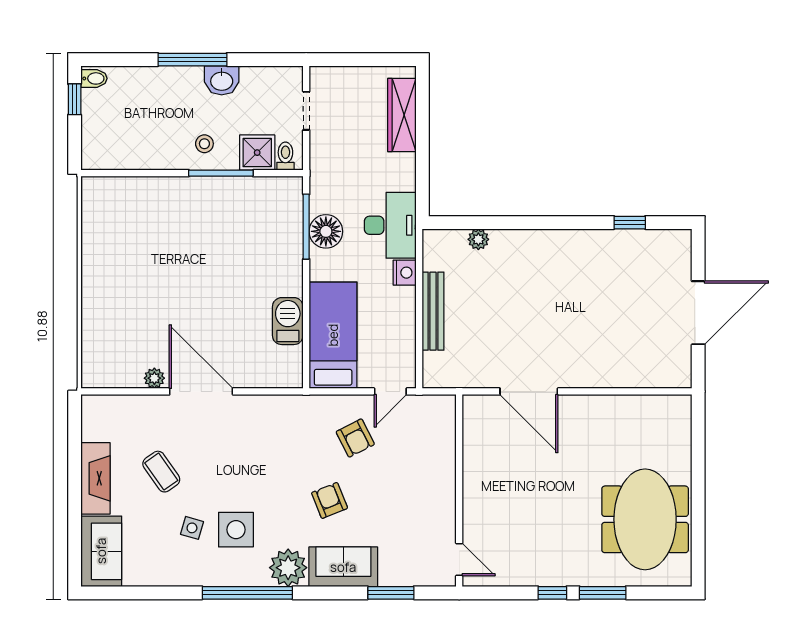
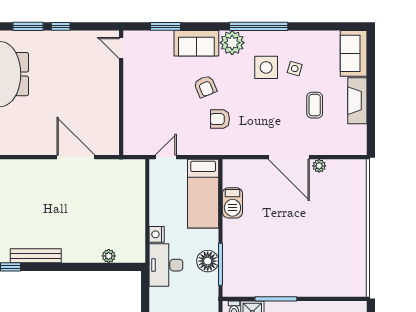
bench: (433, 311) -> (36, 256), moved, turned 90
armchair: (355, 438) -> (220, 119), moved, turned -63
coffee table: (161, 472) -> (315, 105), turned 35

